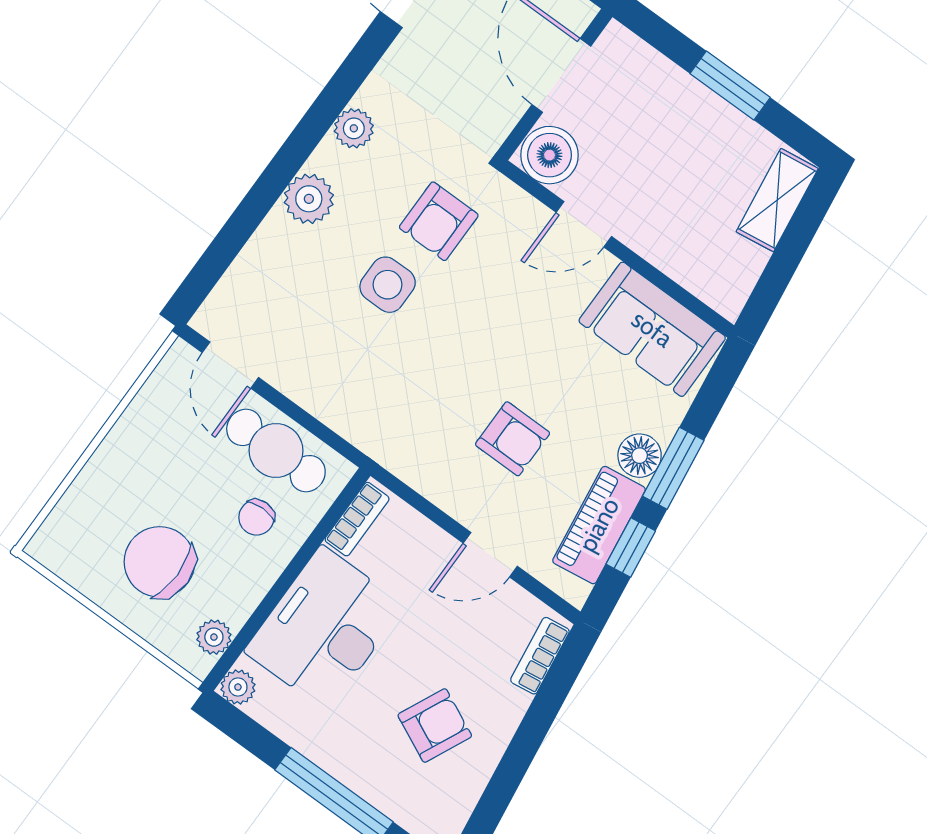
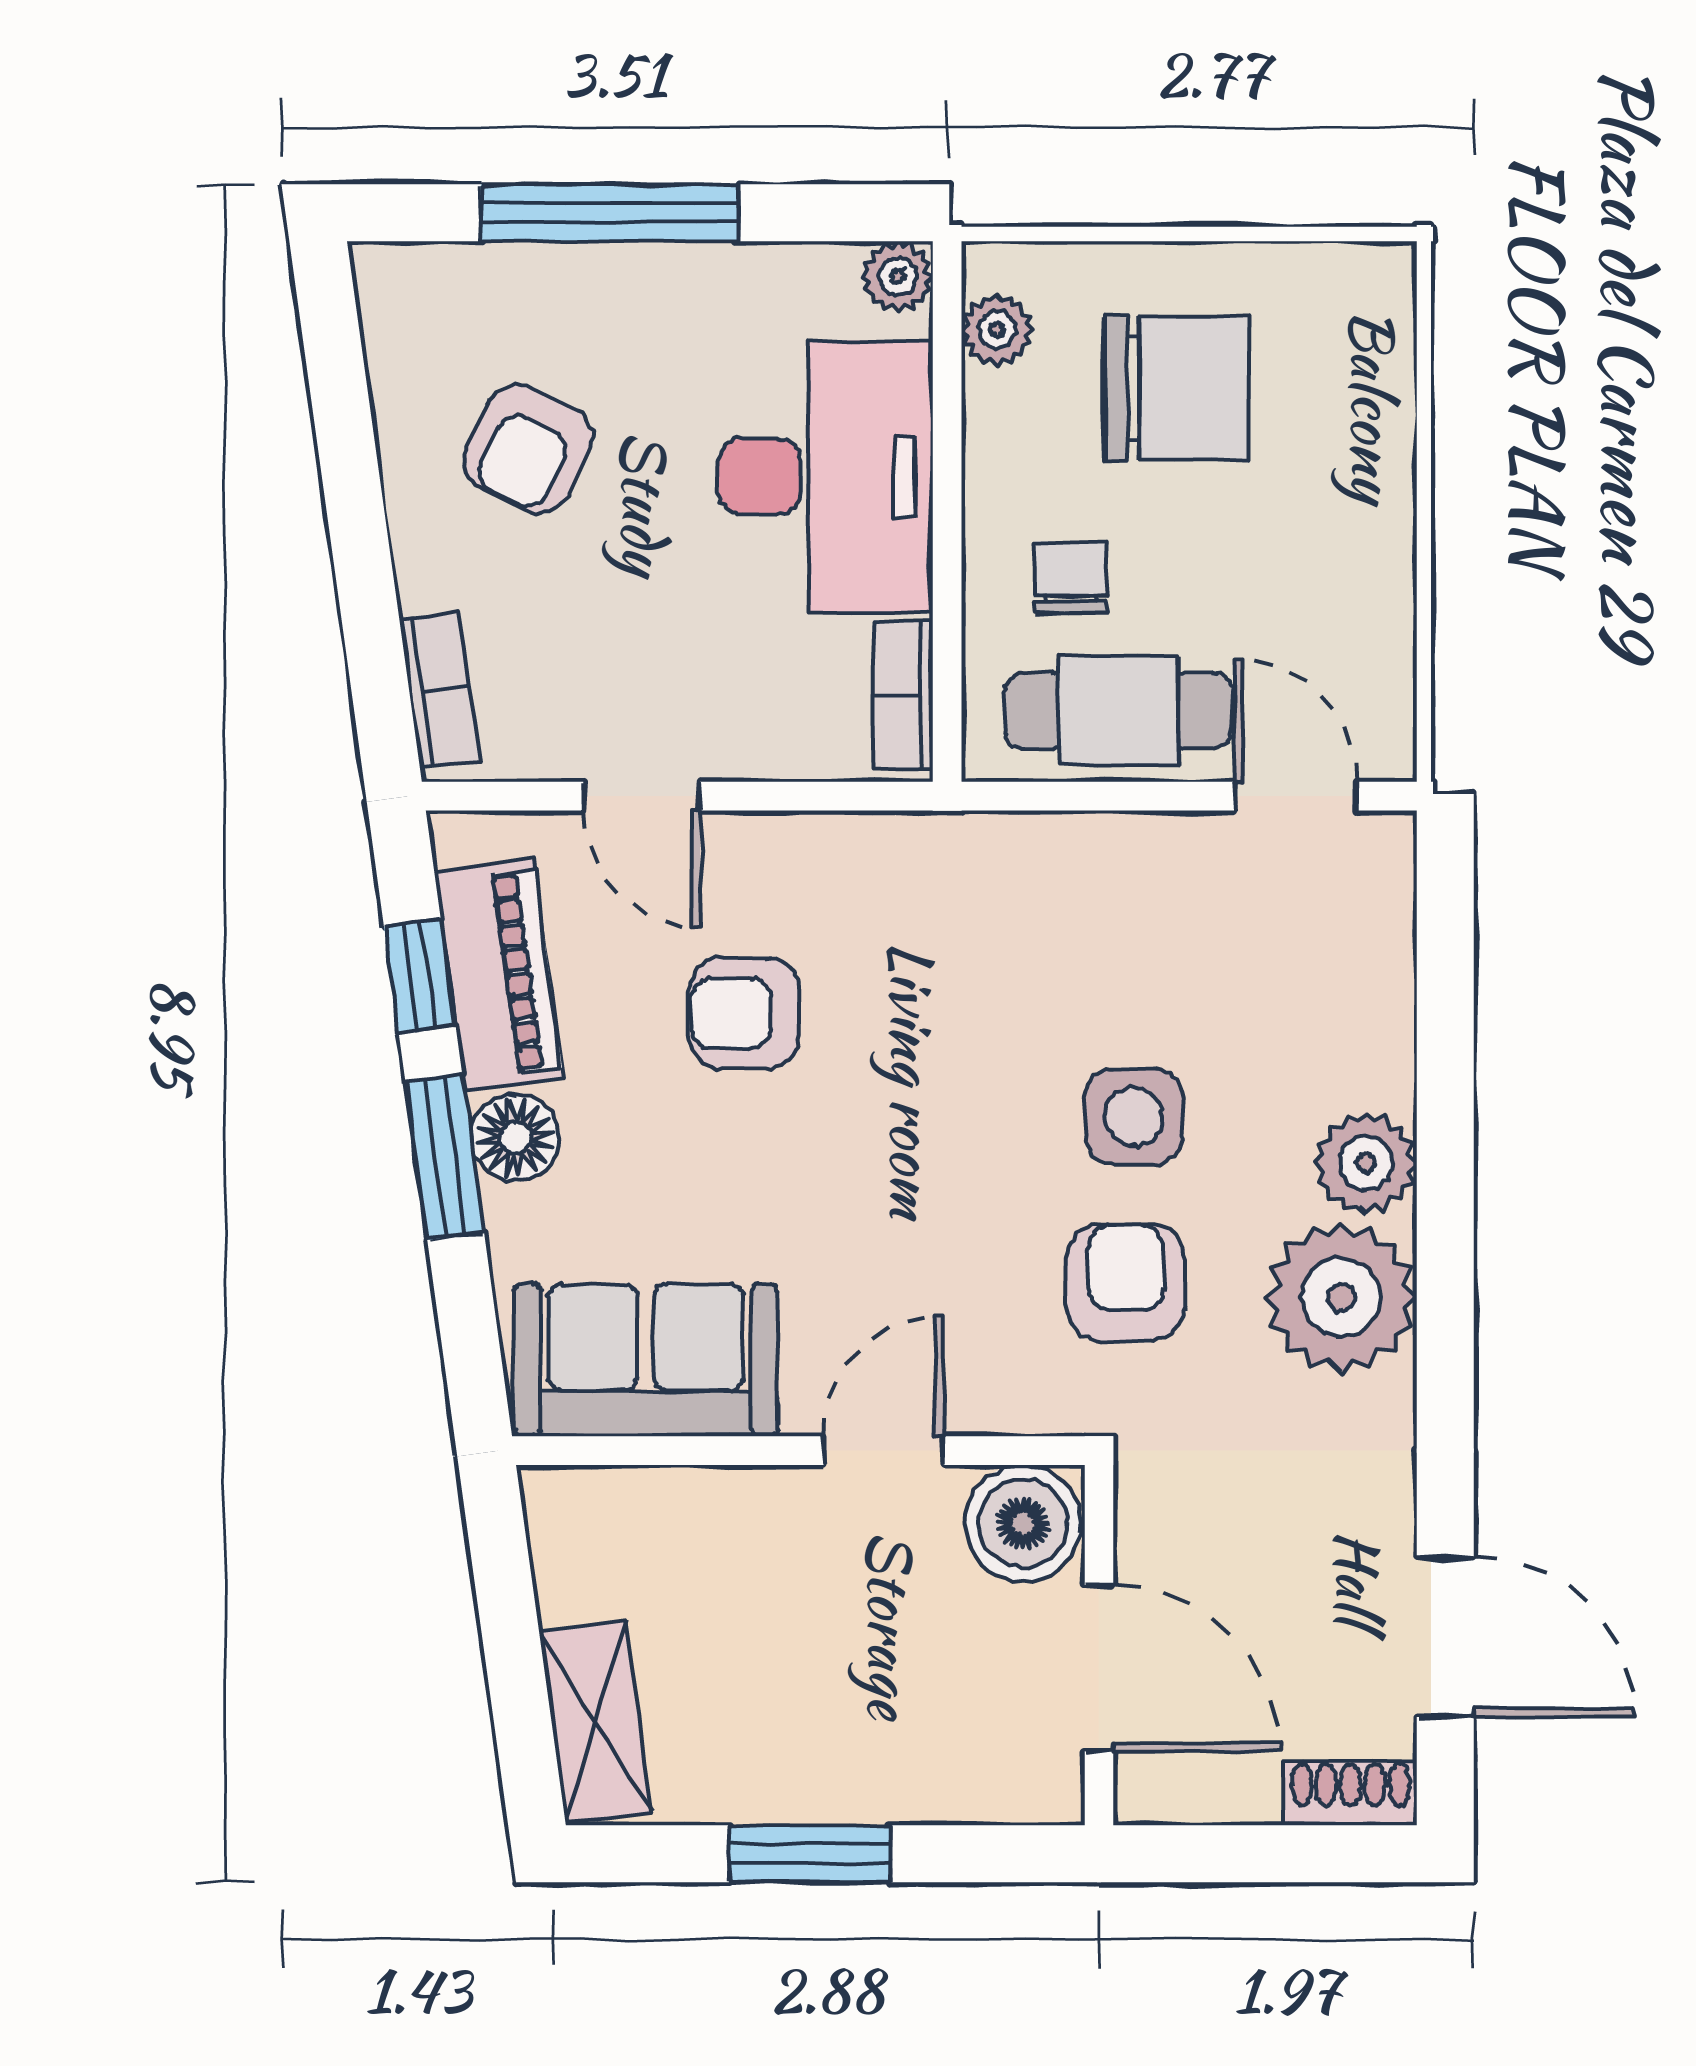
plant: (354, 128) -> (1341, 1297), width x1.87, depth x1.87
door: (490, 555) -> (642, 796), swing flipped

